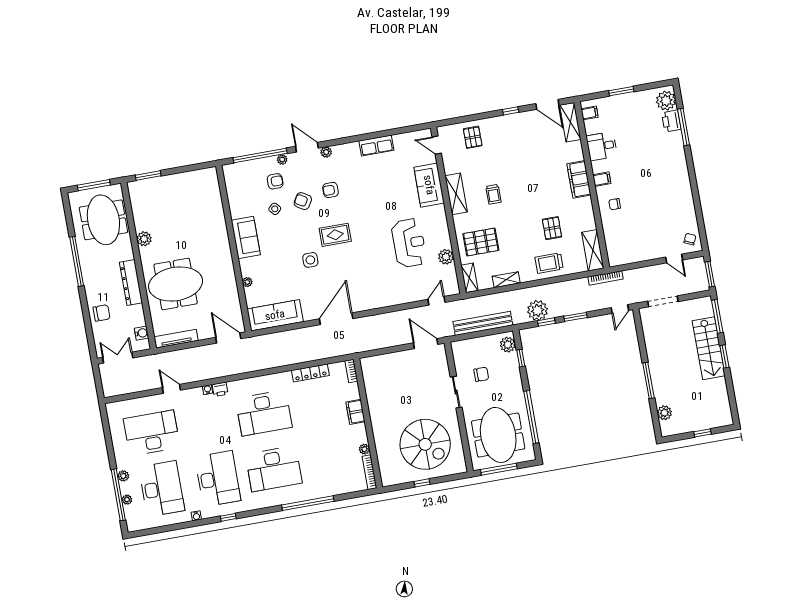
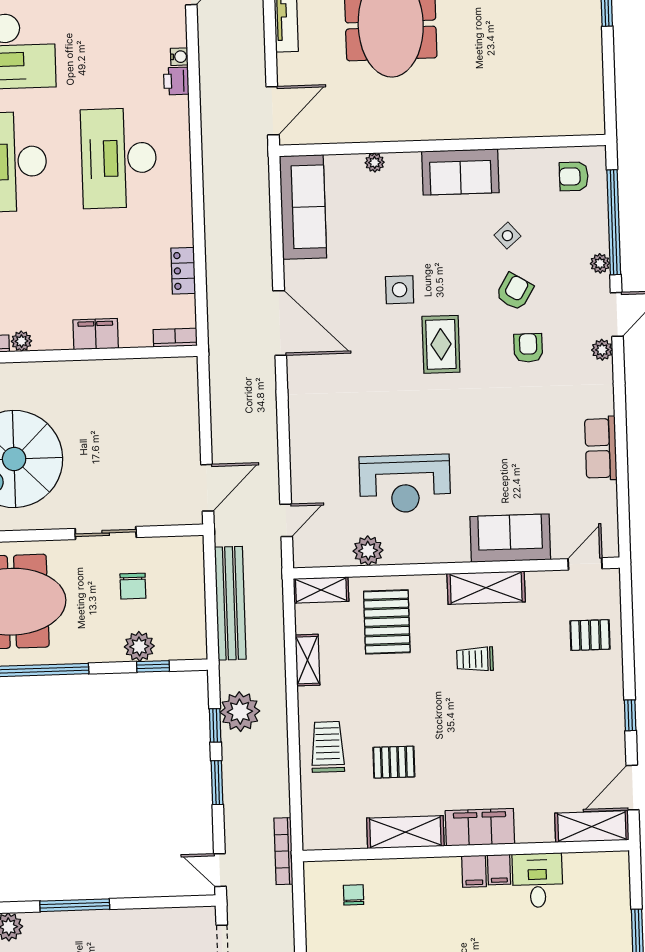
filing cabinet: (590, 113) -> (499, 870), moved
armchair: (275, 181) -> (574, 176), moved, turned 90
chair: (615, 204) -> (353, 895), moved
shelving: (593, 250) -> (405, 832), moved
door: (436, 301) -> (286, 520), hinge flipped
plant: (508, 345) -> (139, 646), moved
locker: (310, 373) -> (183, 271), width x0.66

